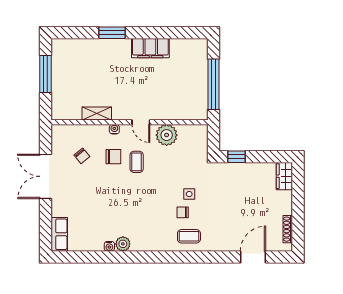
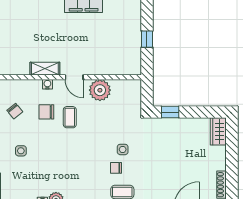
window: (213, 84) -> (147, 39), width x0.32
shelving: (97, 114) -> (45, 69), moved
chair: (113, 157) -> (46, 112), turned 180
side table: (88, 195) -> (21, 151), added

